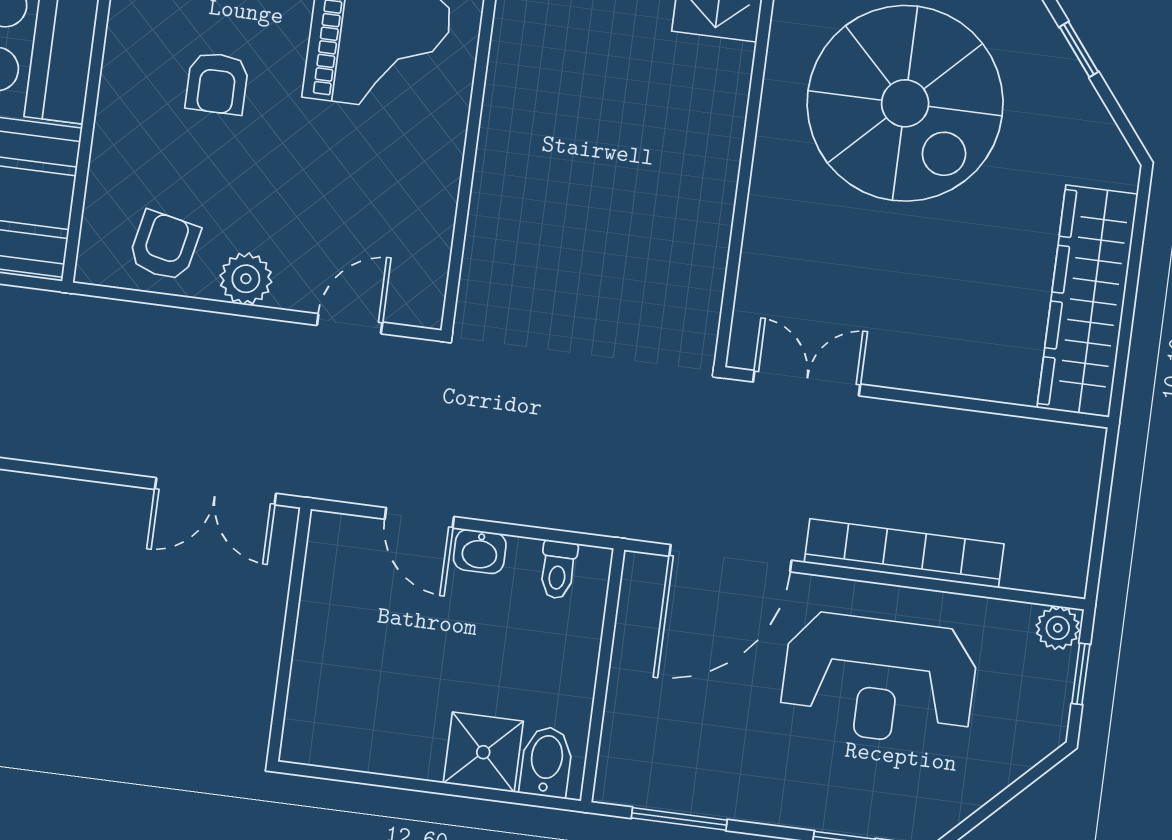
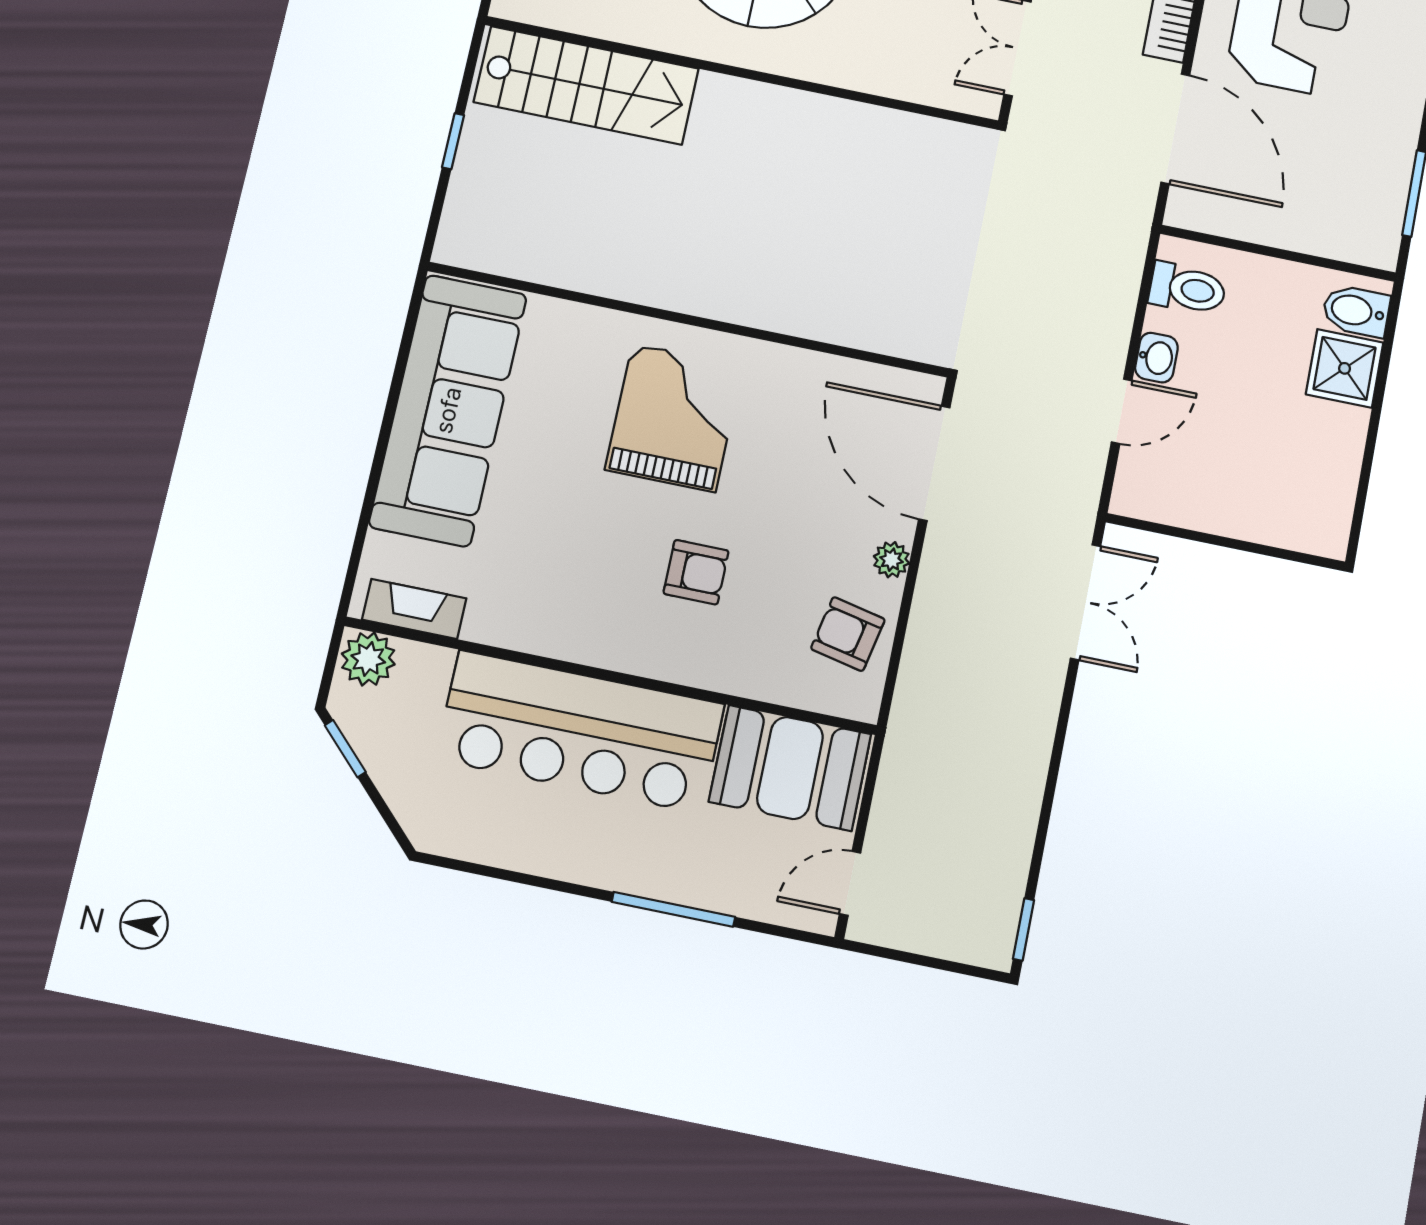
plant: (246, 279) -> (891, 560), width x0.73, depth x0.73
door: (350, 324) -> (934, 463), width x1.87
toilet: (558, 570) -> (1187, 289), width x1.37, depth x1.39

